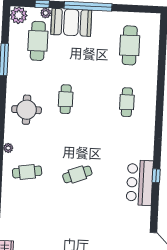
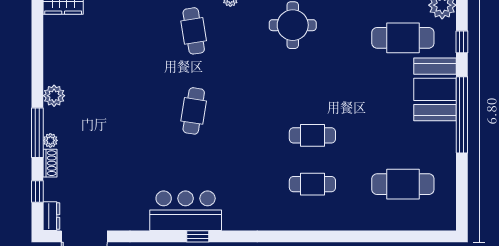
plant: (46, 13) -> (448, 48), removed
cafe table: (66, 99) -> (312, 135), moved
cafe table: (77, 174) -> (194, 111), turned 30

